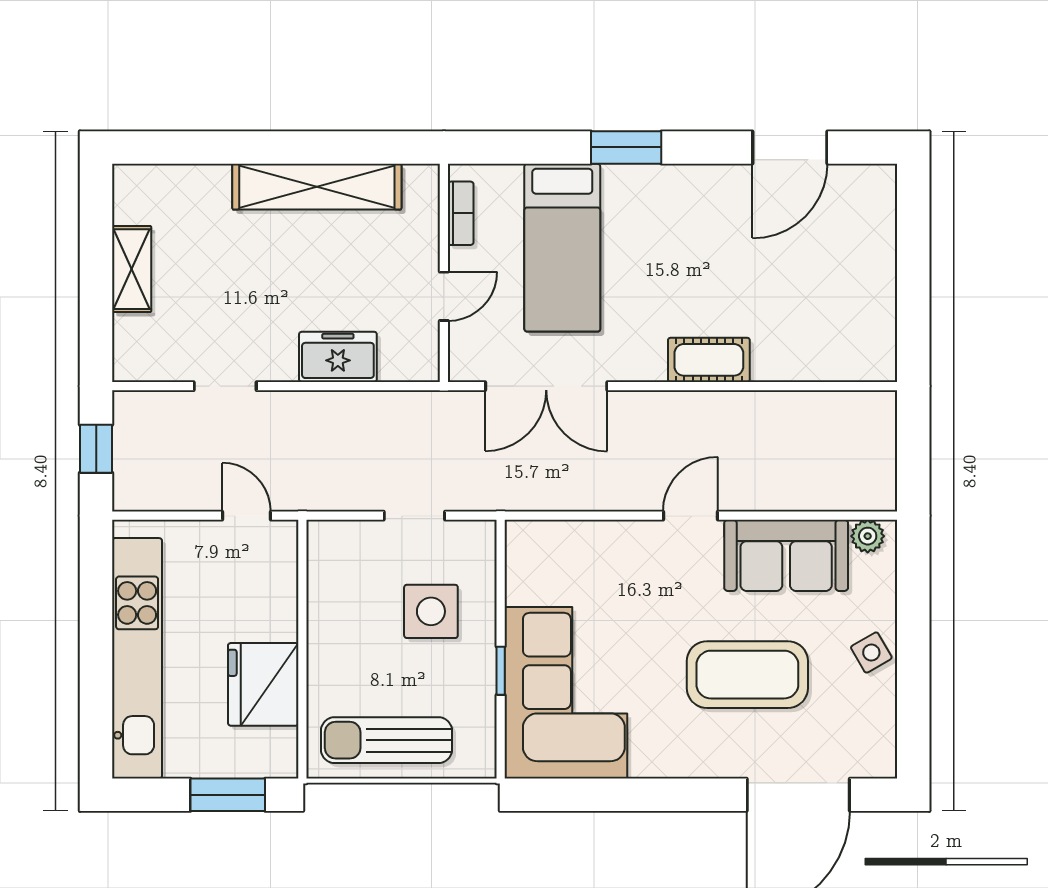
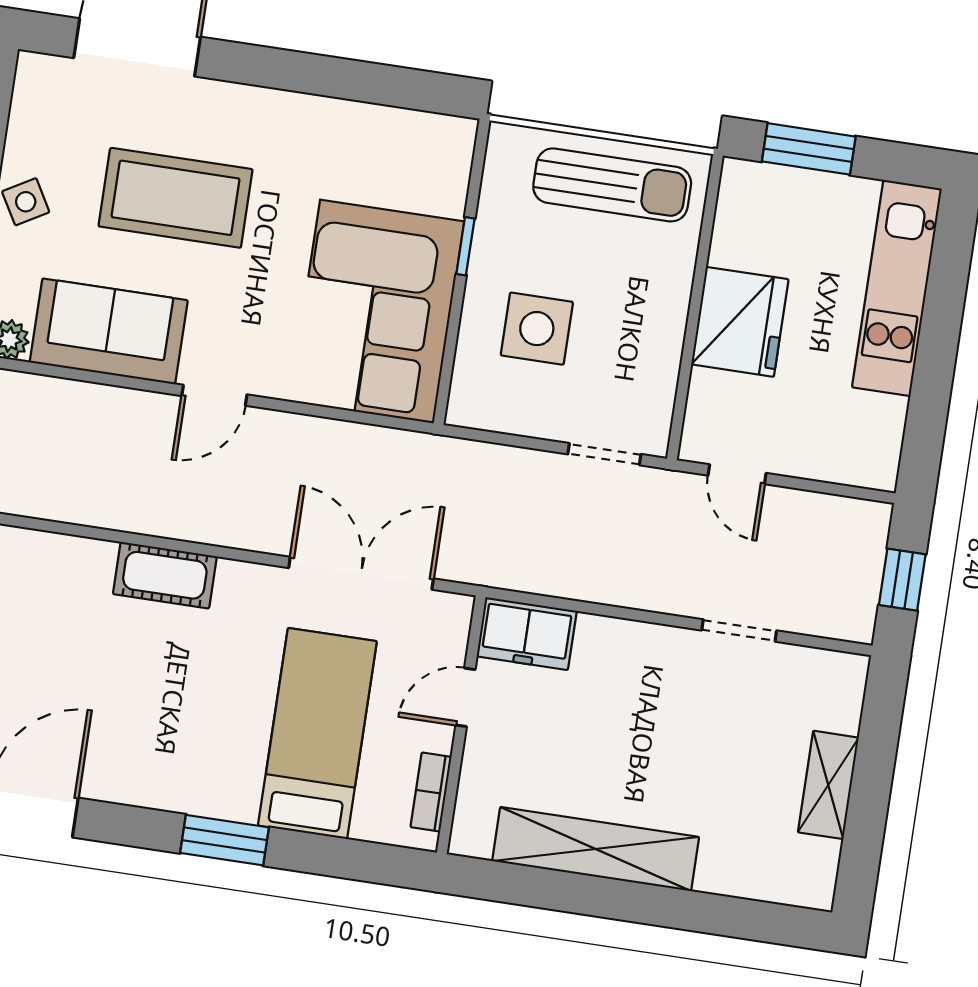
freezer: (338, 357) -> (527, 634), moved
doorway: (414, 516) -> (604, 454), moved
kitchen unit: (137, 658) -> (897, 288), width x0.73
fridge: (263, 684) -> (740, 322), moved
corner sofa: (566, 693) -> (377, 312), moved

